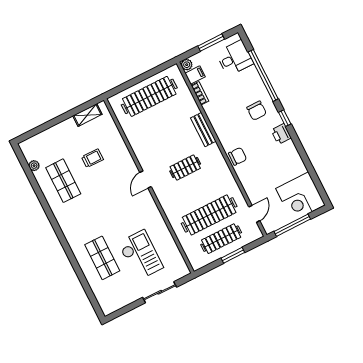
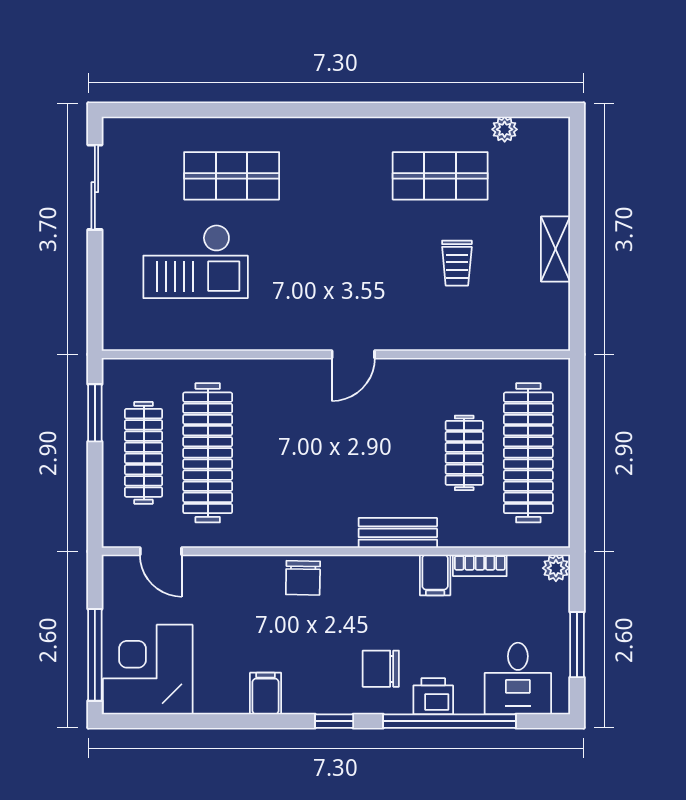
filing cabinet: (195, 75) -> (435, 575), moved
shelving: (87, 115) -> (556, 249), moved
printer: (281, 134) -> (433, 696), moved
filing cabinet: (287, 149) -> (266, 693), added
clothes rail: (185, 168) -> (464, 453), moved
door: (146, 179) -> (353, 354), swing flipped
window: (292, 225) -> (95, 655), moved
window: (233, 255) -> (95, 413), moved
sliding door: (160, 292) -> (95, 187), moved

